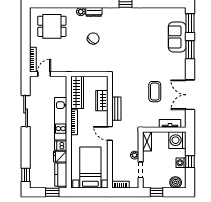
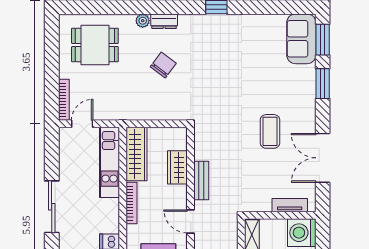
sofa: (177, 37) -> (301, 39), moved
coffee table: (155, 92) -> (270, 131), moved
sliding door: (26, 111) -> (52, 207), moved
kitchen unit: (61, 119) -> (110, 162), moved

